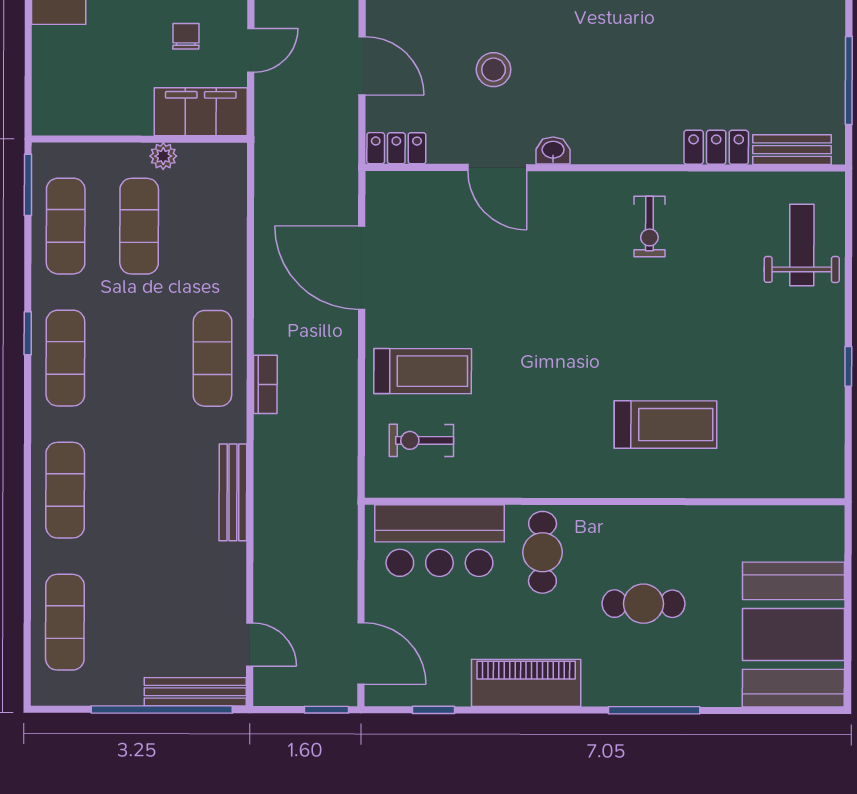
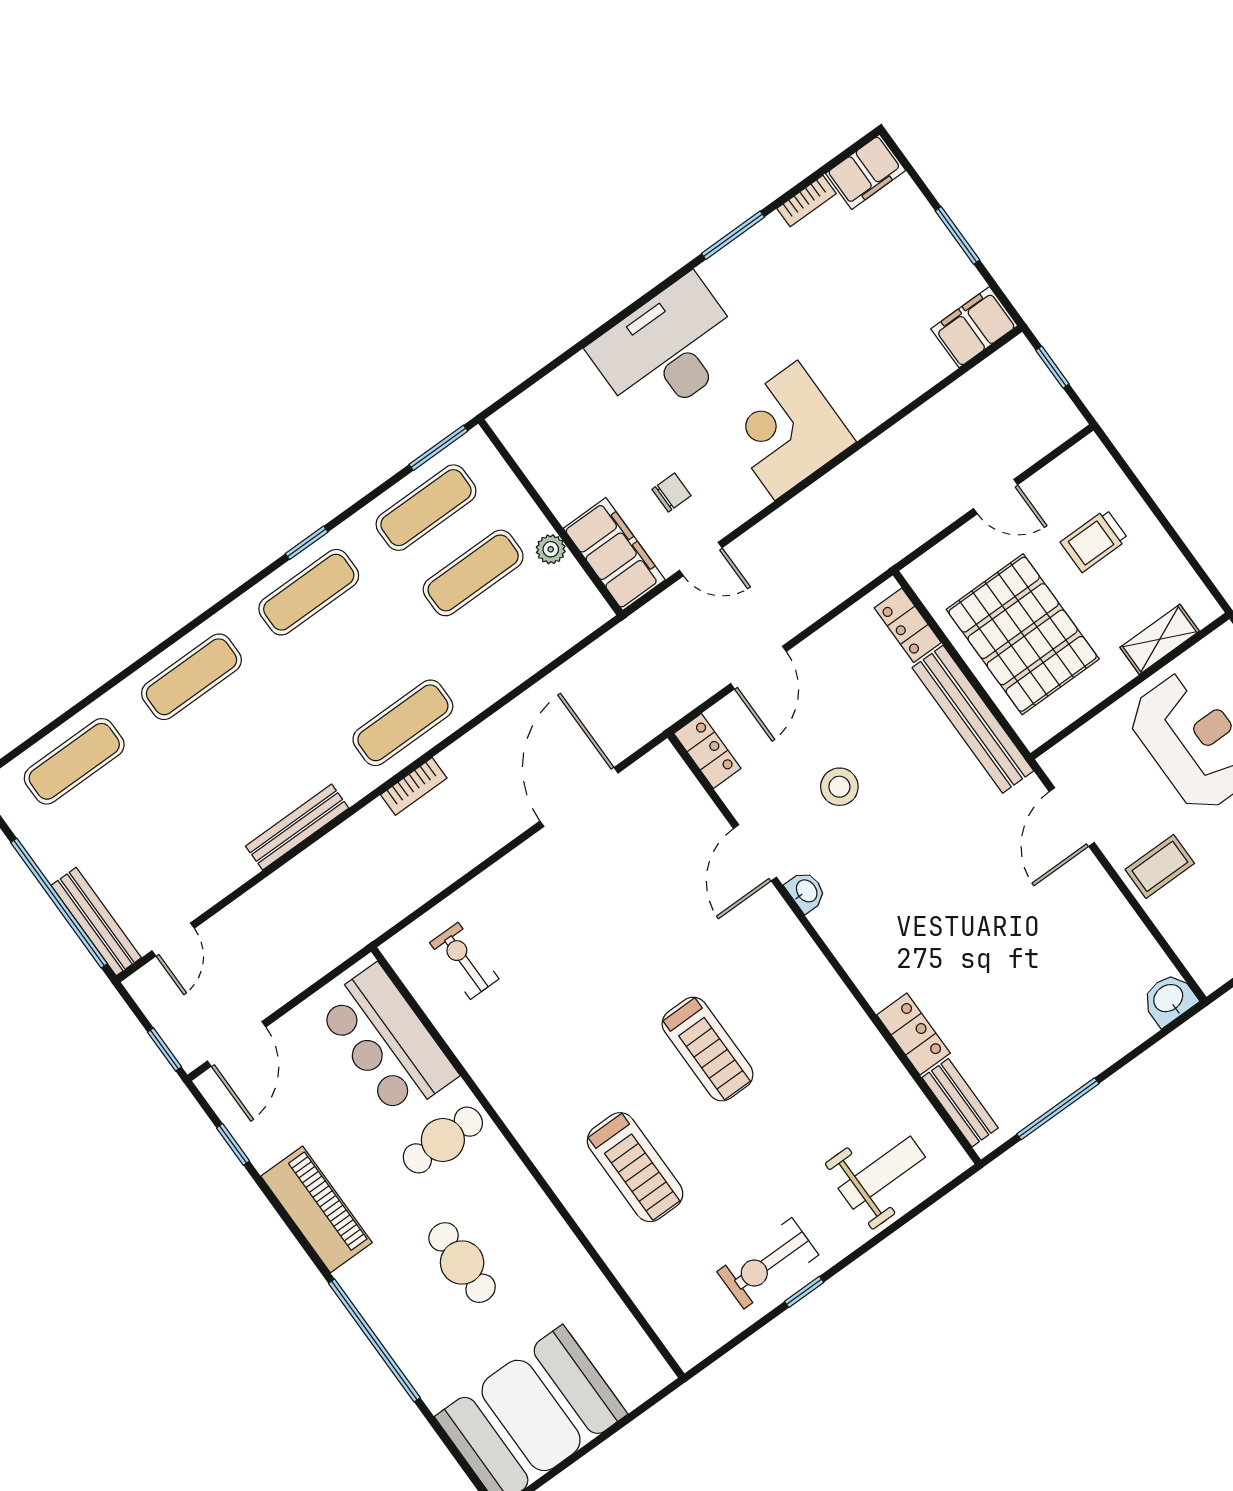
exercise bike: (649, 227) -> (768, 1263), moved, width x1.38, depth x1.39
treadmill: (423, 371) -> (708, 1049), moved
window: (654, 710) -> (374, 1340), width x1.46

